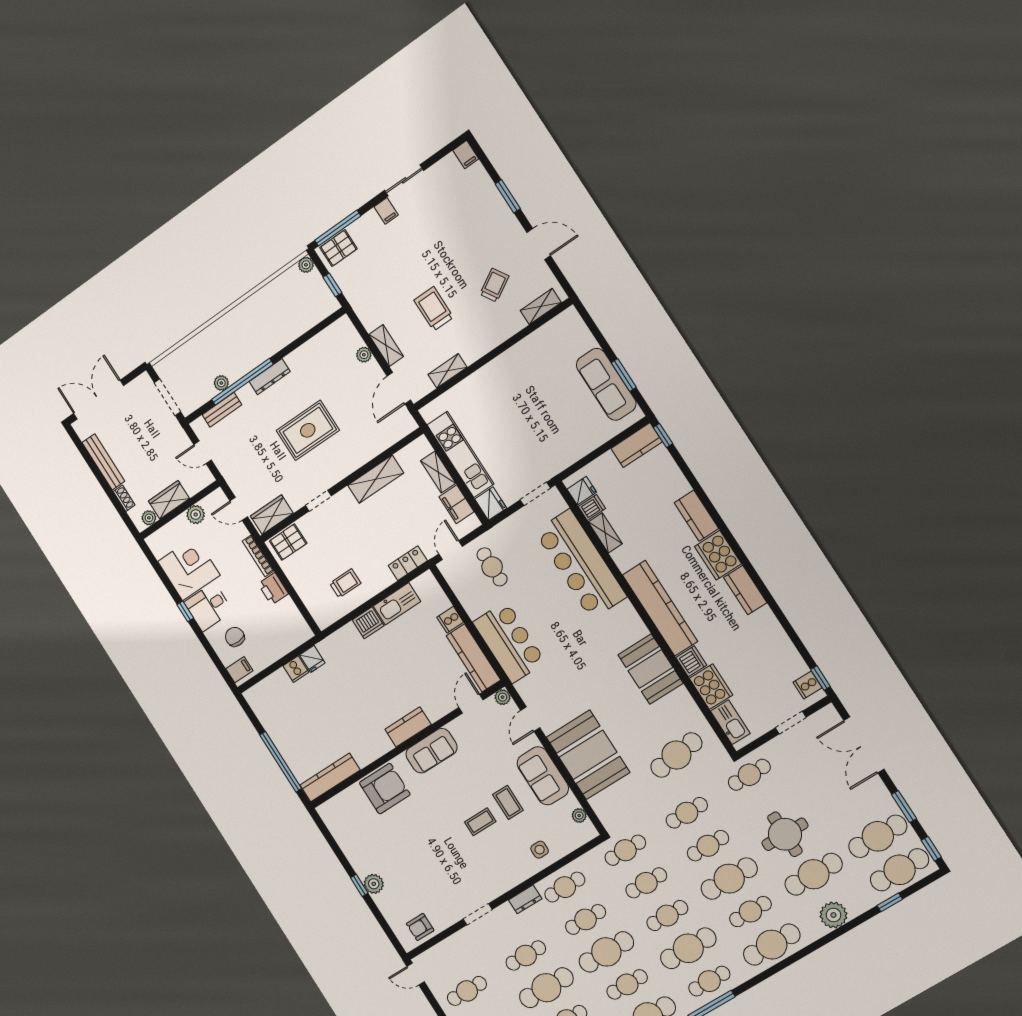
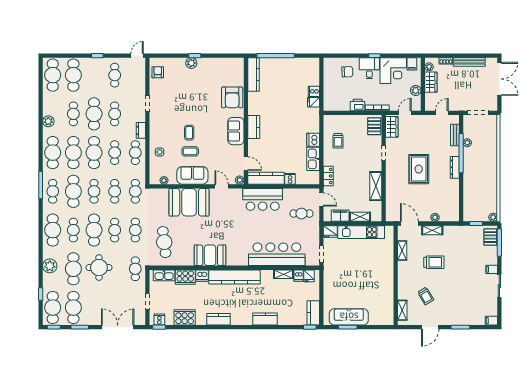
cooker: (718, 555) -> (185, 317), moved
filing cabinet: (239, 670) -> (412, 64), moved
cafe table: (627, 984) -> (73, 153), width x1.37, depth x1.35

